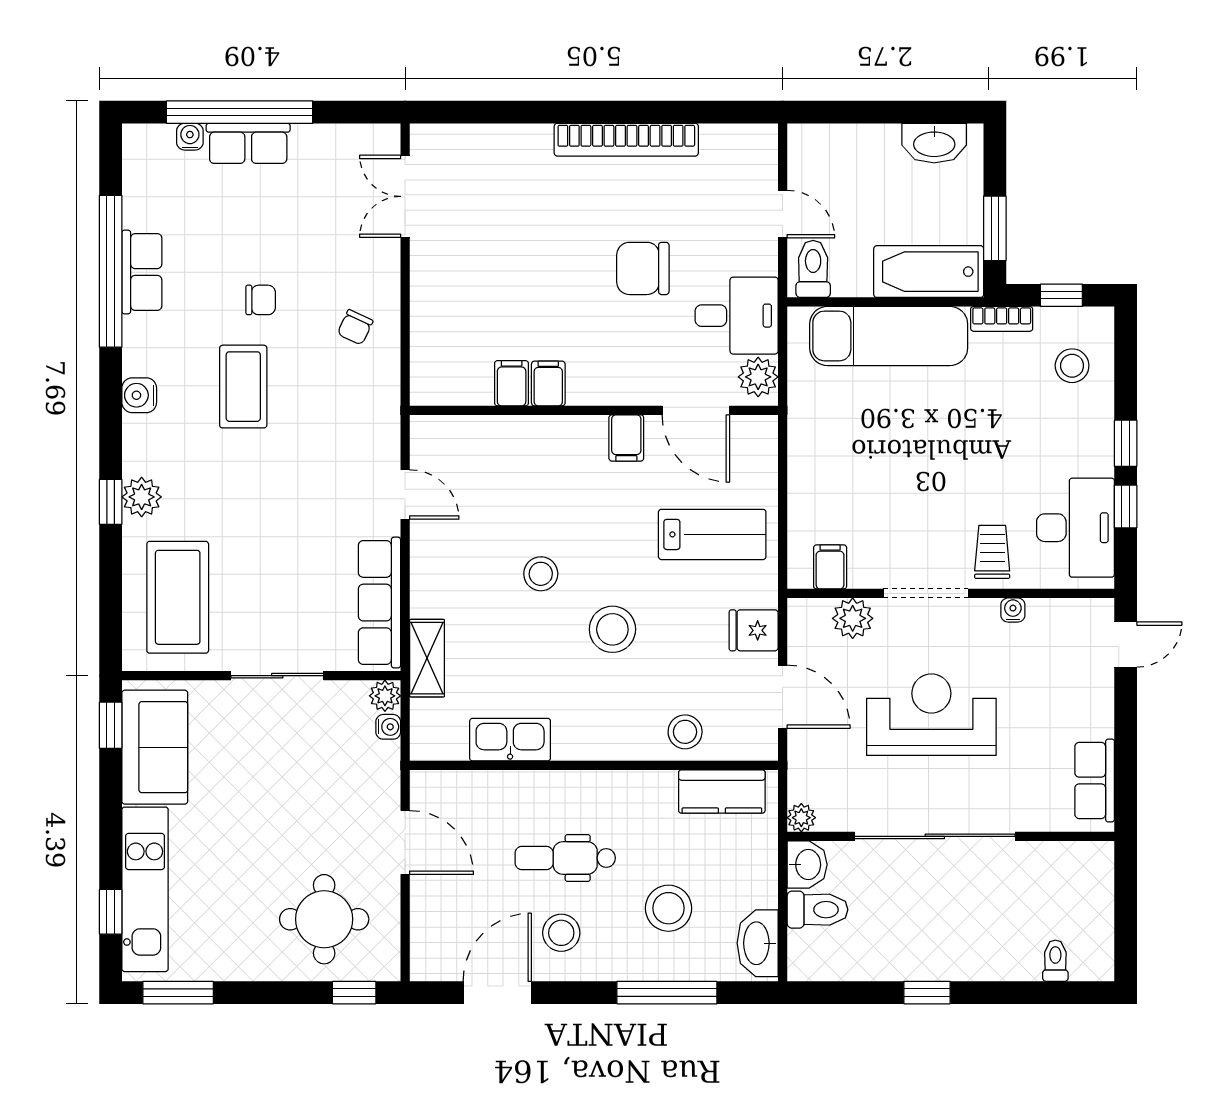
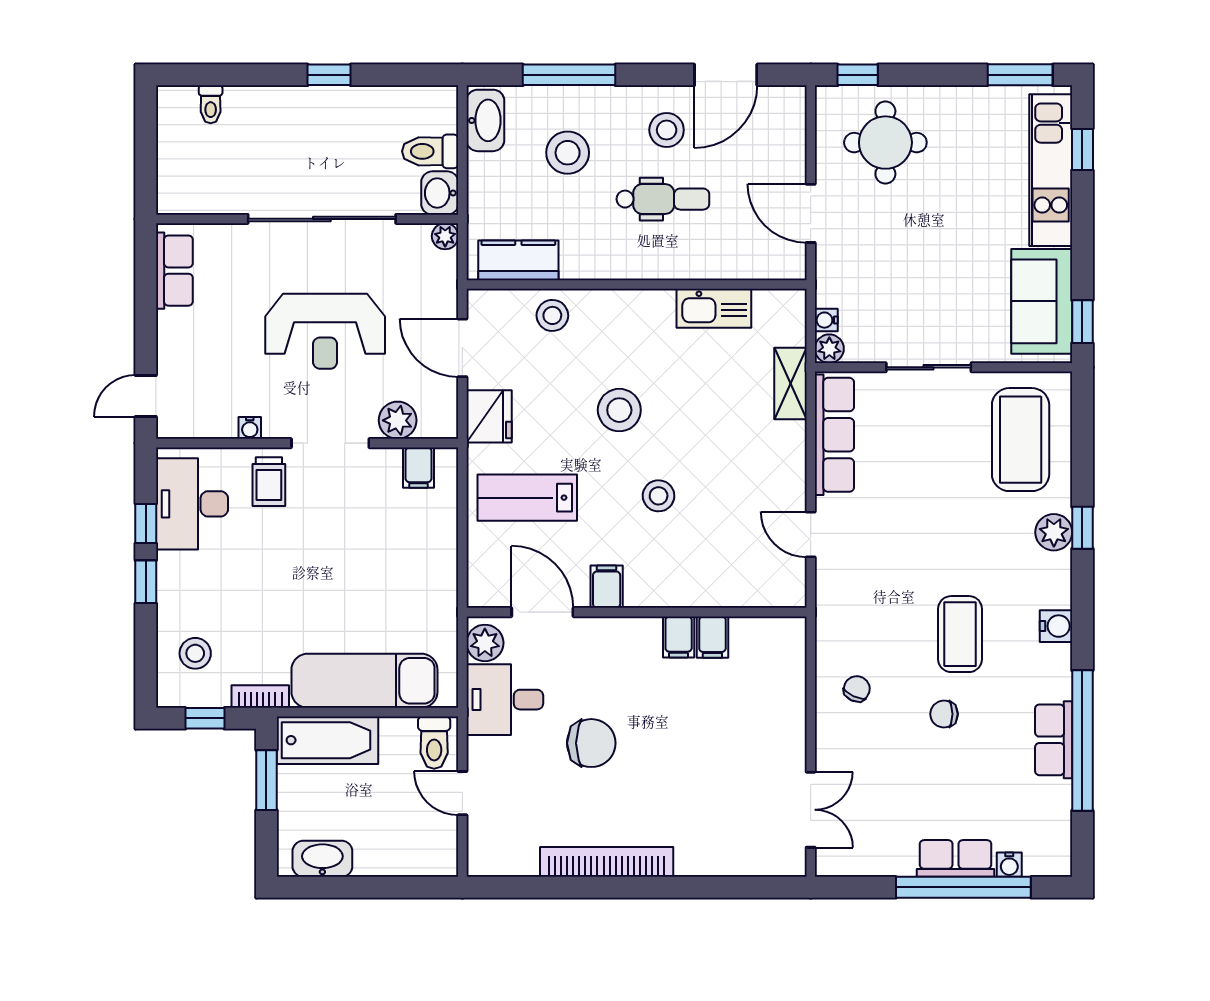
stool: (541, 574) -> (659, 496), moved
fridge: (754, 630) -> (489, 416), width x1.38

